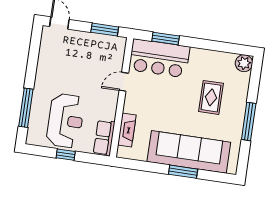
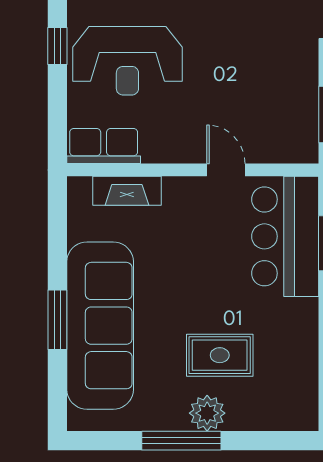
plant: (244, 63) -> (207, 413), moved
window: (66, 155) -> (57, 46), moved

